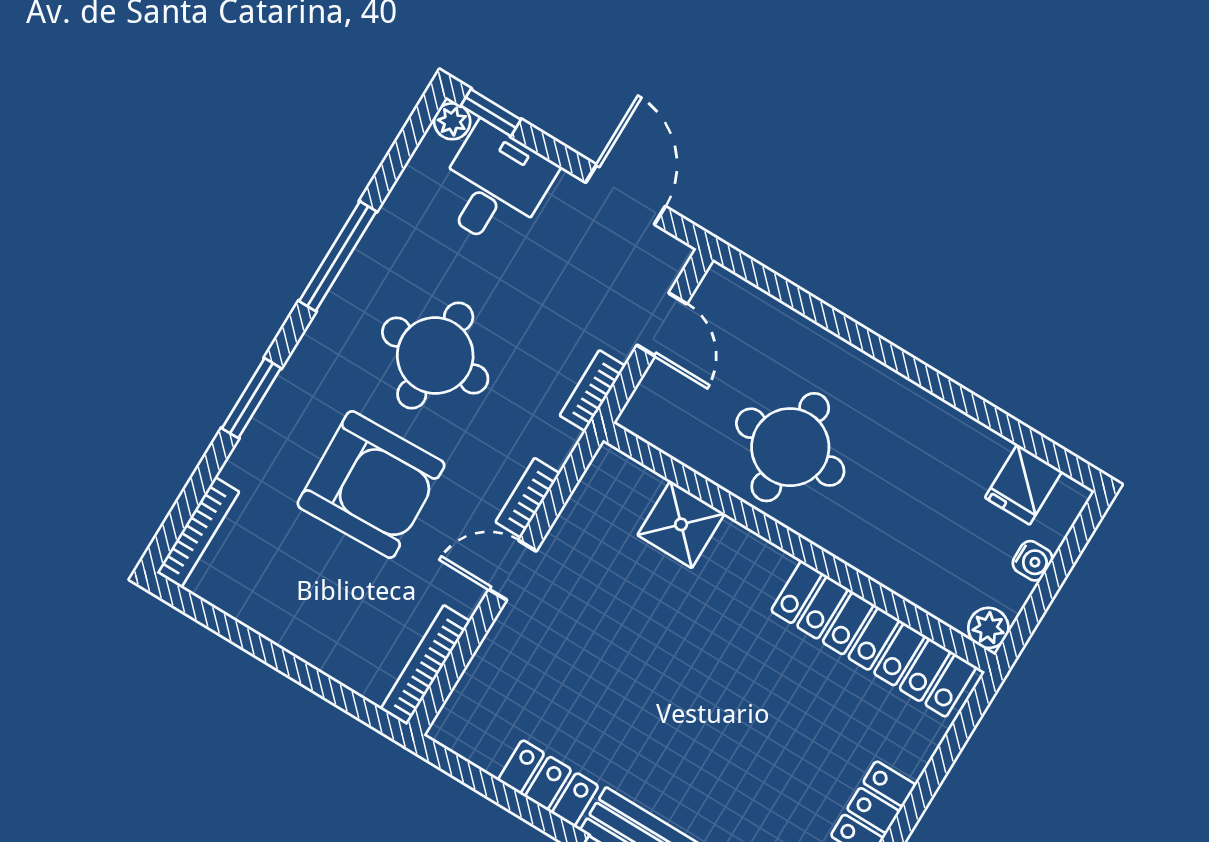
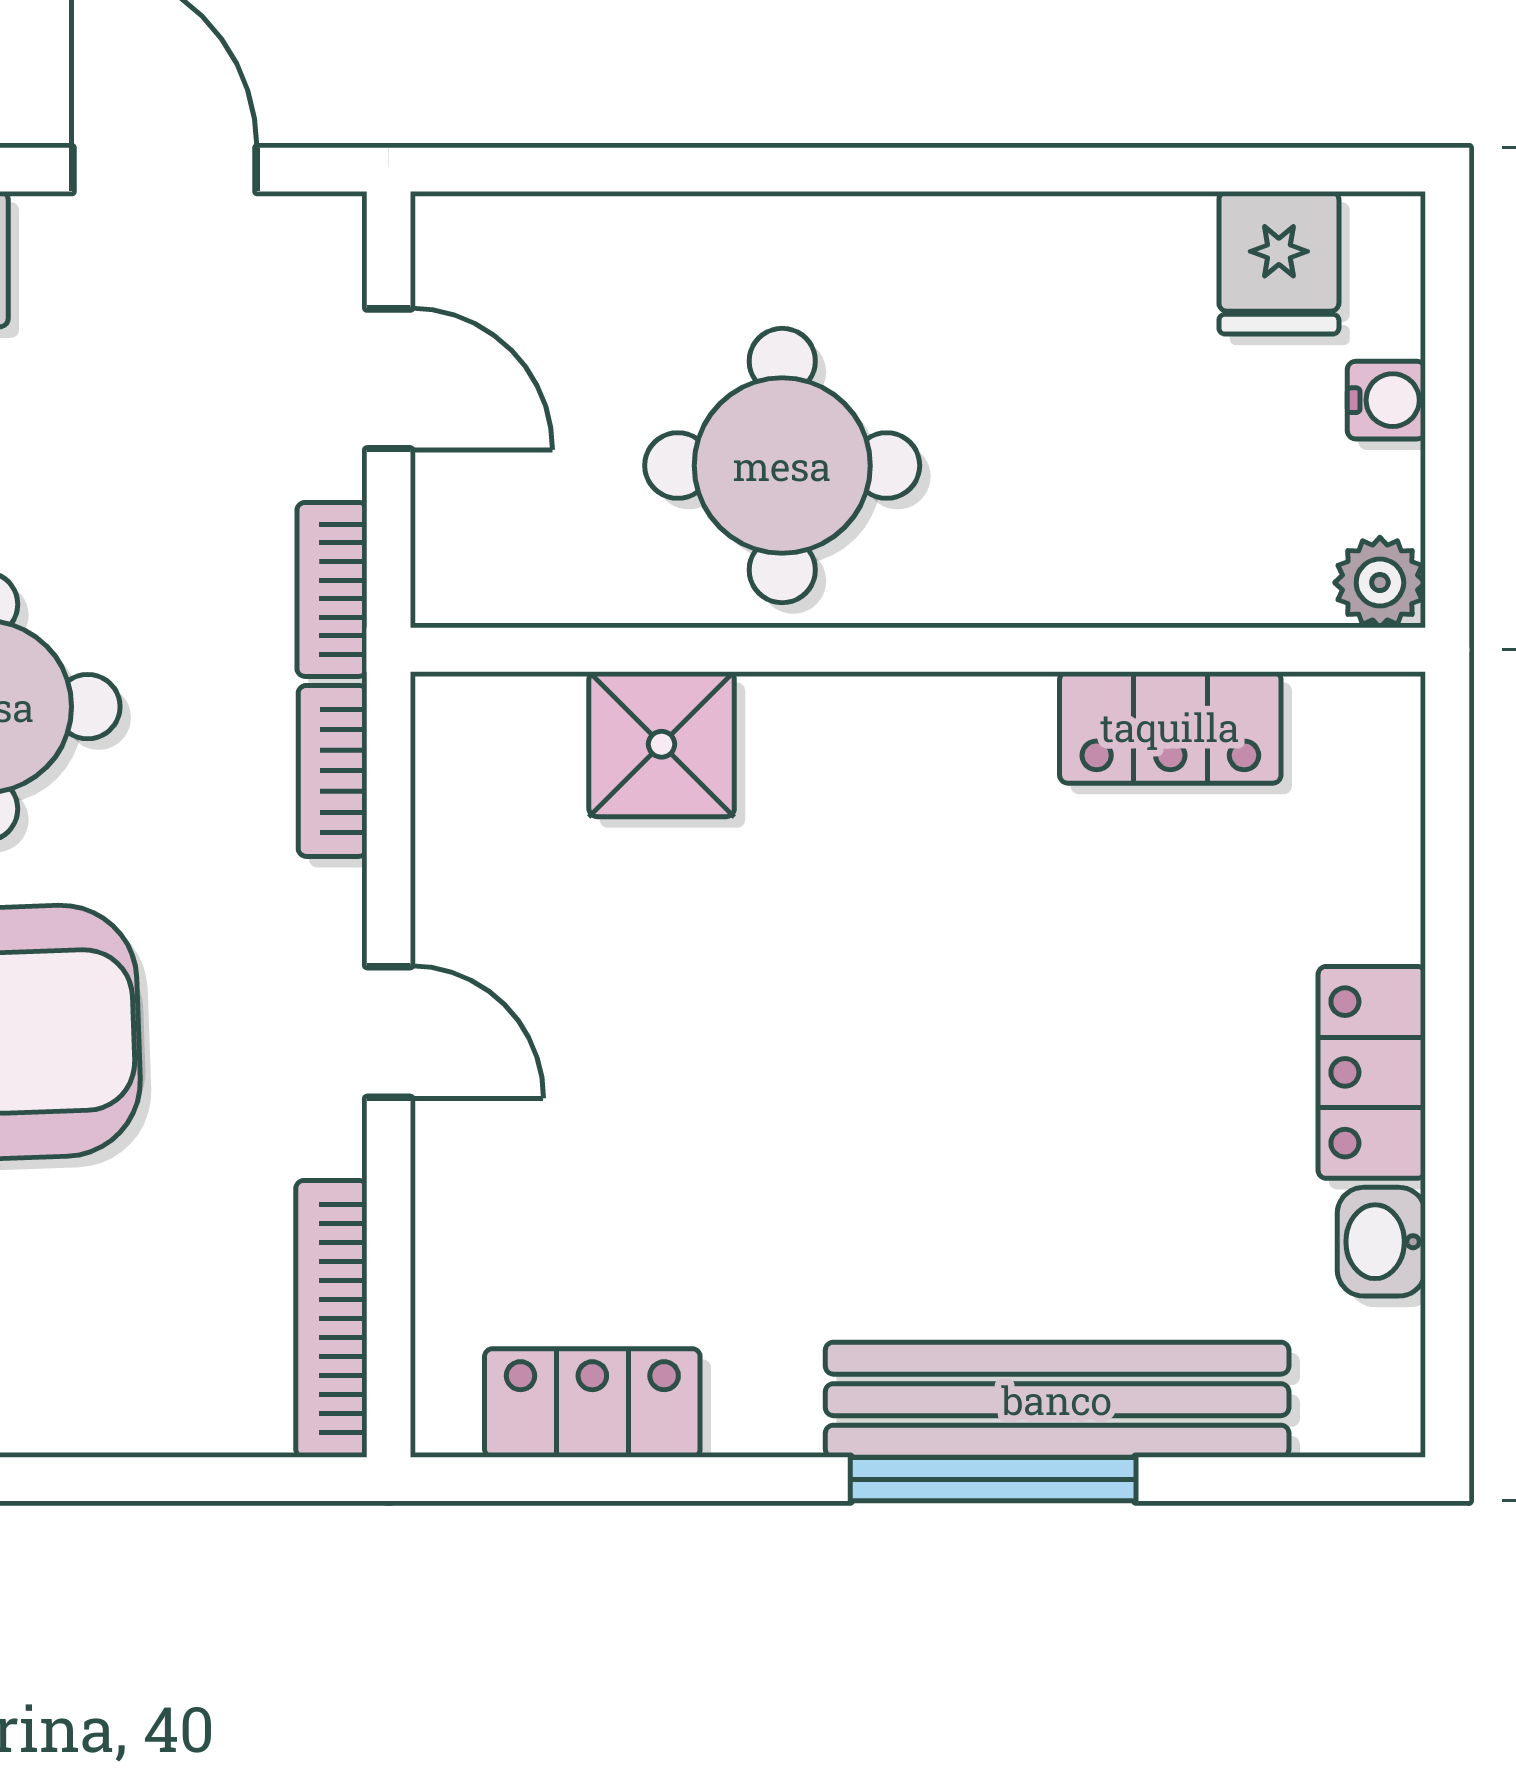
bookcase: (528, 498) -> (333, 771), moved
door: (513, 570) -> (389, 1032), swing flipped
locker: (874, 639) -> (1170, 727), width x0.46, depth x0.83
locker: (548, 783) -> (592, 1403), moved

